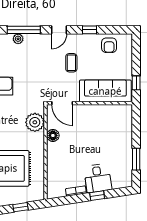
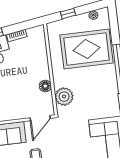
door: (62, 103) -> (40, 118), swing flipped

